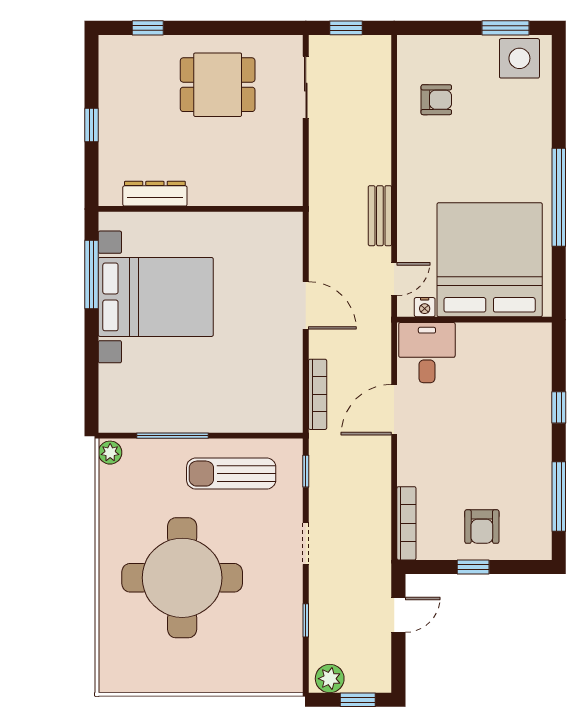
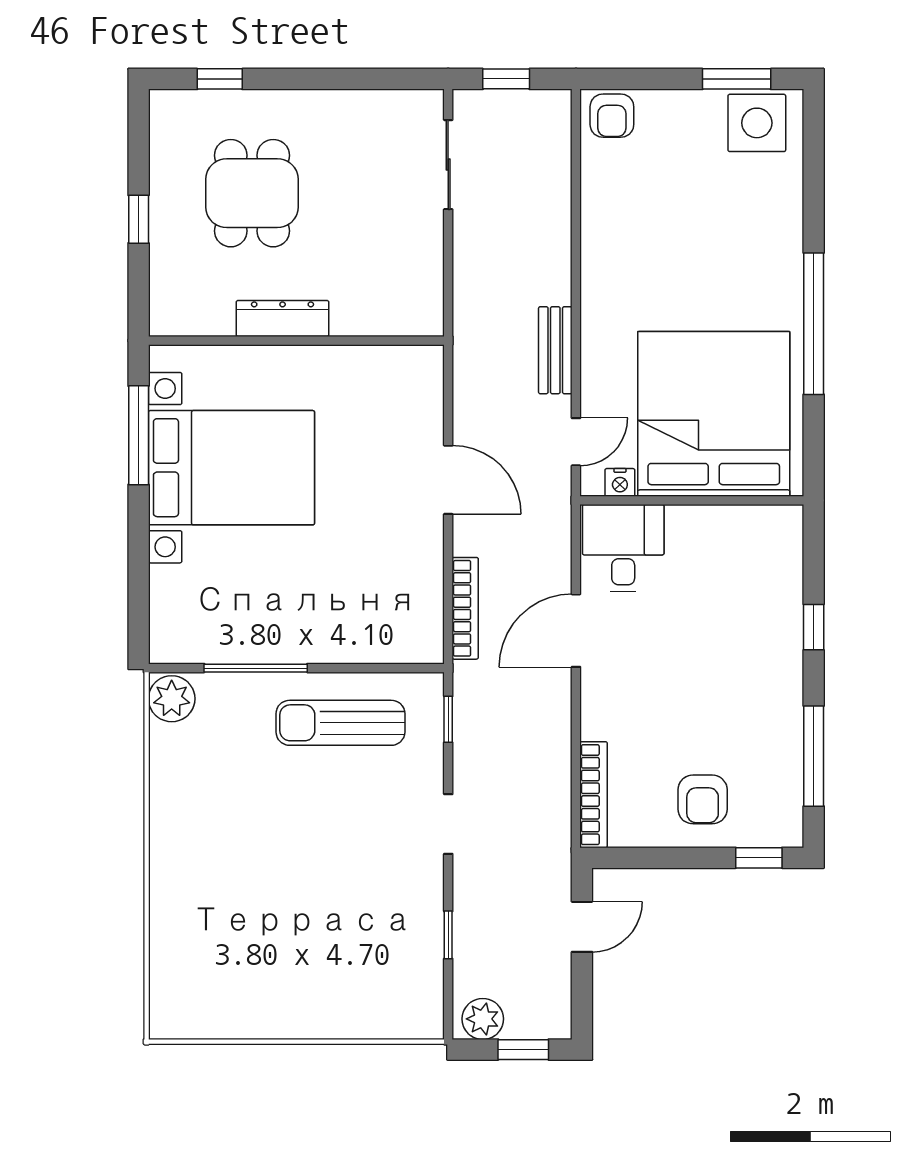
dining table: (218, 85) -> (252, 193), moved, turned 90
armchair: (436, 100) -> (612, 116), moved, turned 90
dresser: (155, 194) -> (283, 318), moved
plant: (110, 453) -> (172, 699), width x1.38, depth x1.38
window: (473, 567) -> (759, 858), moved
round table: (182, 578) -> (270, 873), removed

